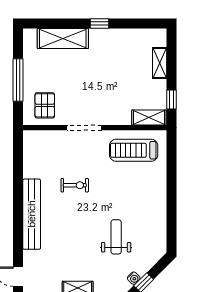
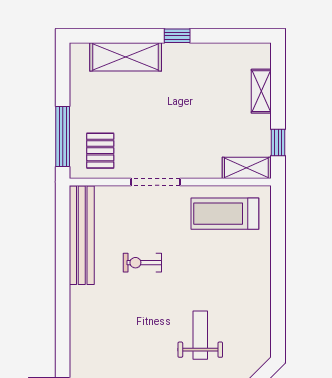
window: (18, 80) -> (63, 137), moved
exercise bike: (75, 185) -> (142, 263), turned 180
bench: (32, 214) -> (82, 235), moved

